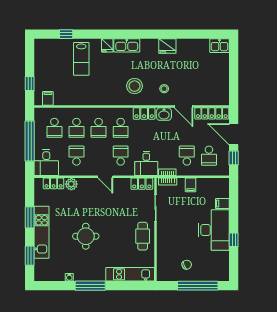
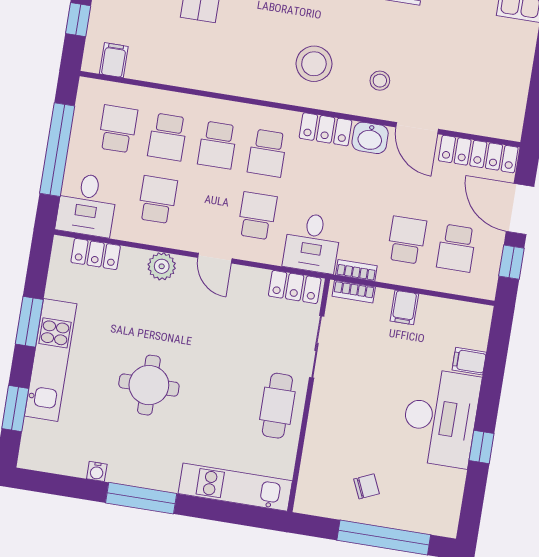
school desk: (54, 128) -> (118, 129), turned 180
plant: (71, 184) -> (162, 266), moved

